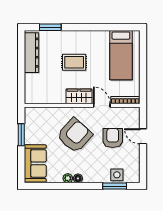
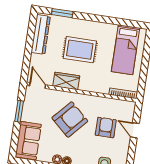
rug: (74, 62) -> (80, 50), width x1.36, depth x1.43
wardrobe: (79, 96) -> (66, 81), moved
door: (102, 105) -> (38, 85), moved

